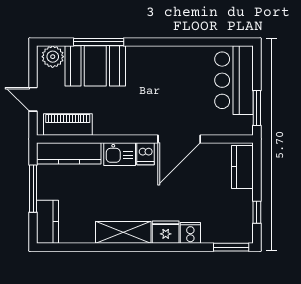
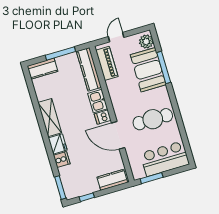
cafe table: (170, 81) -> (153, 119), added

